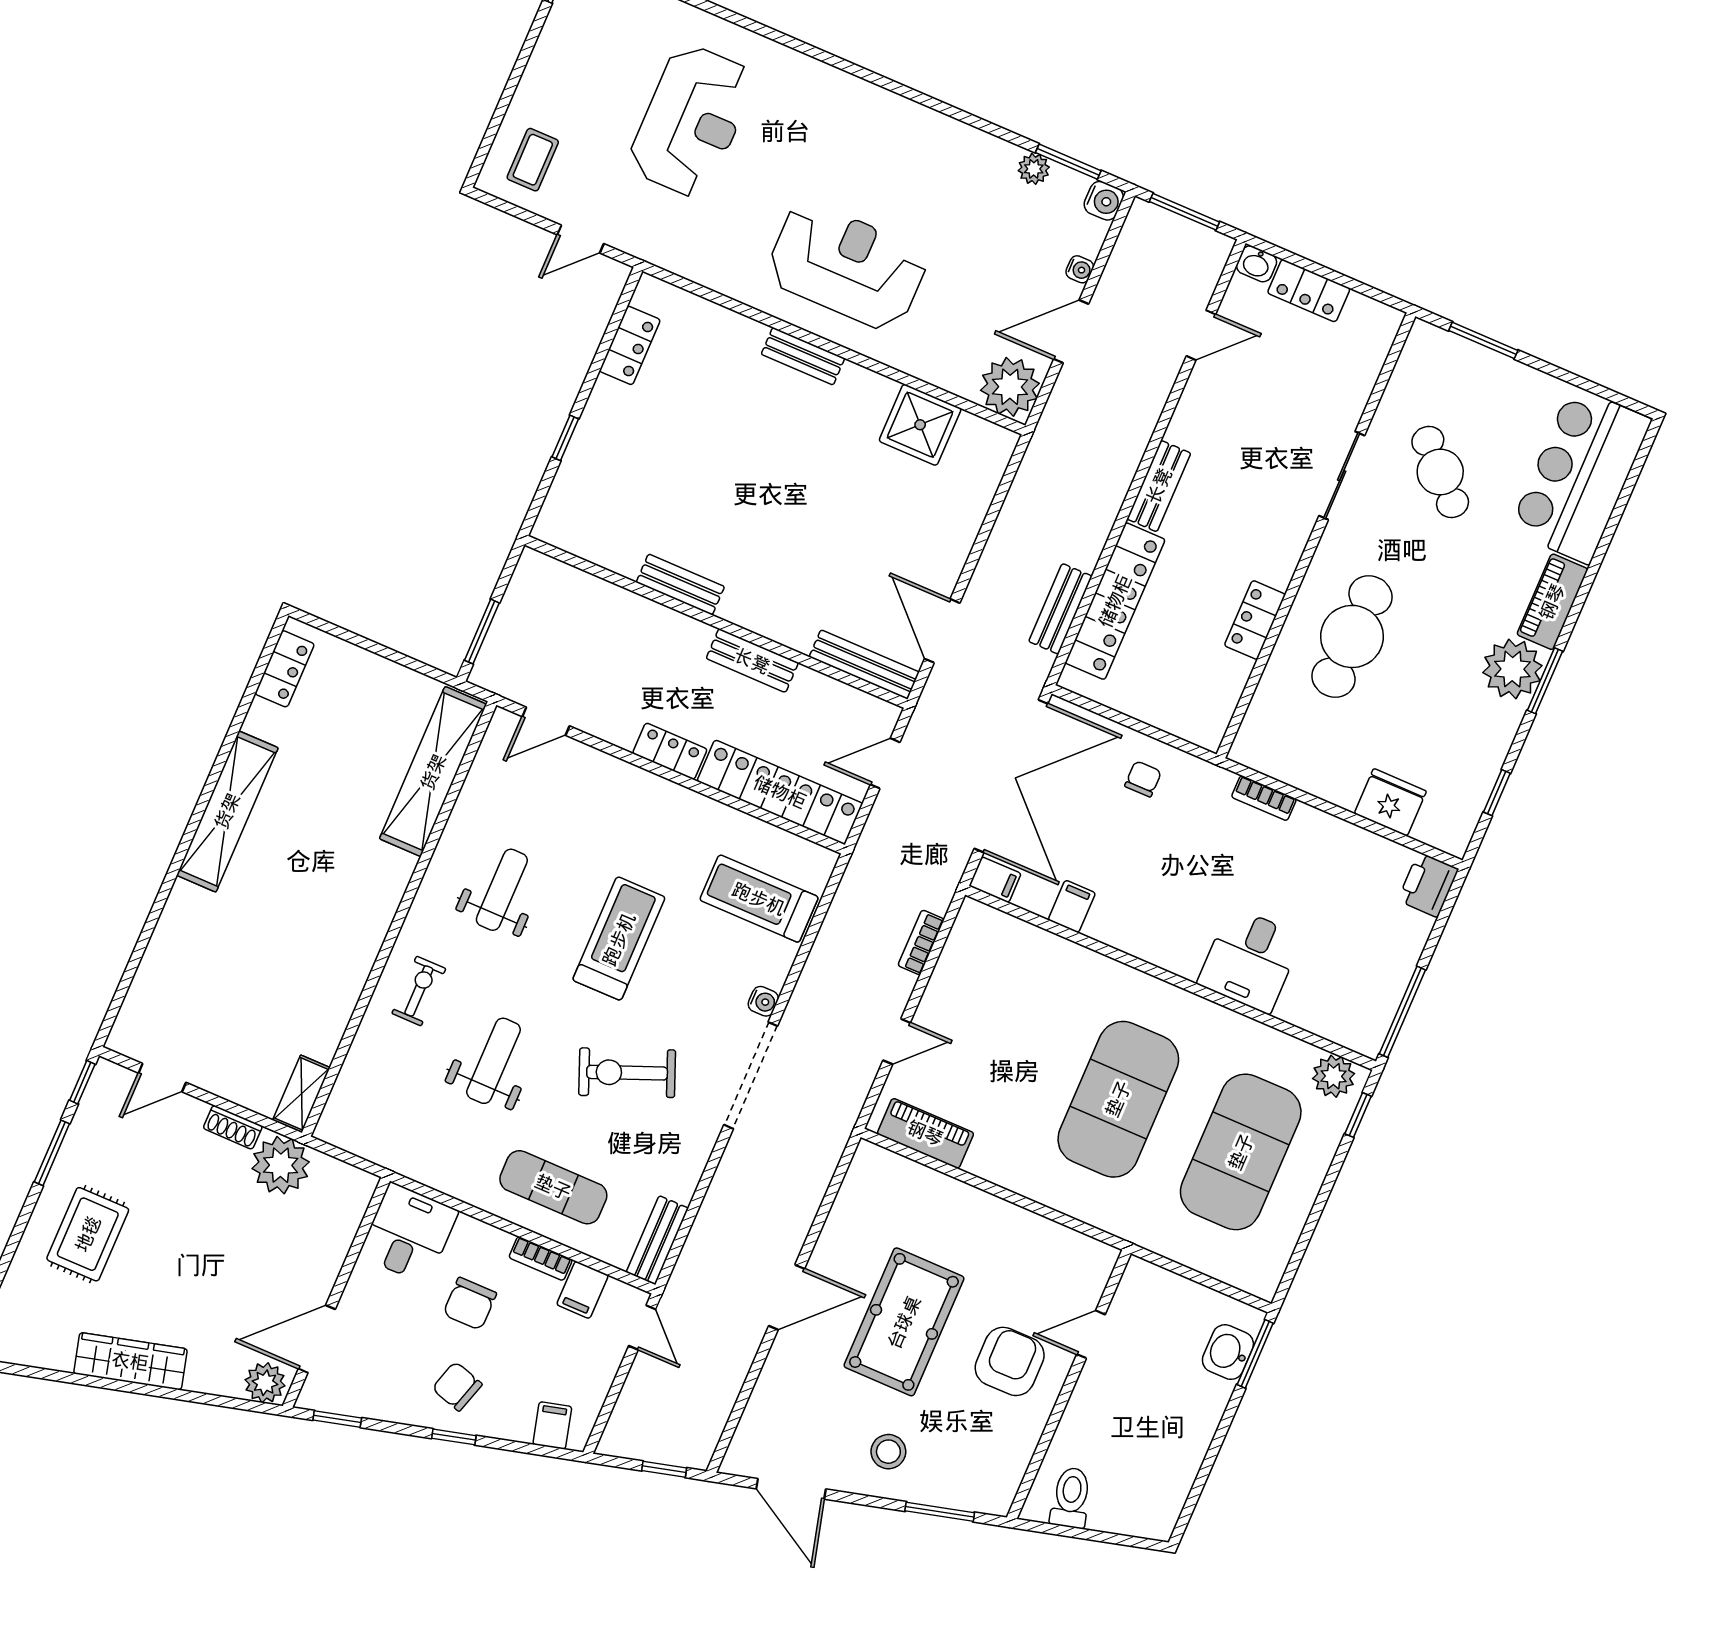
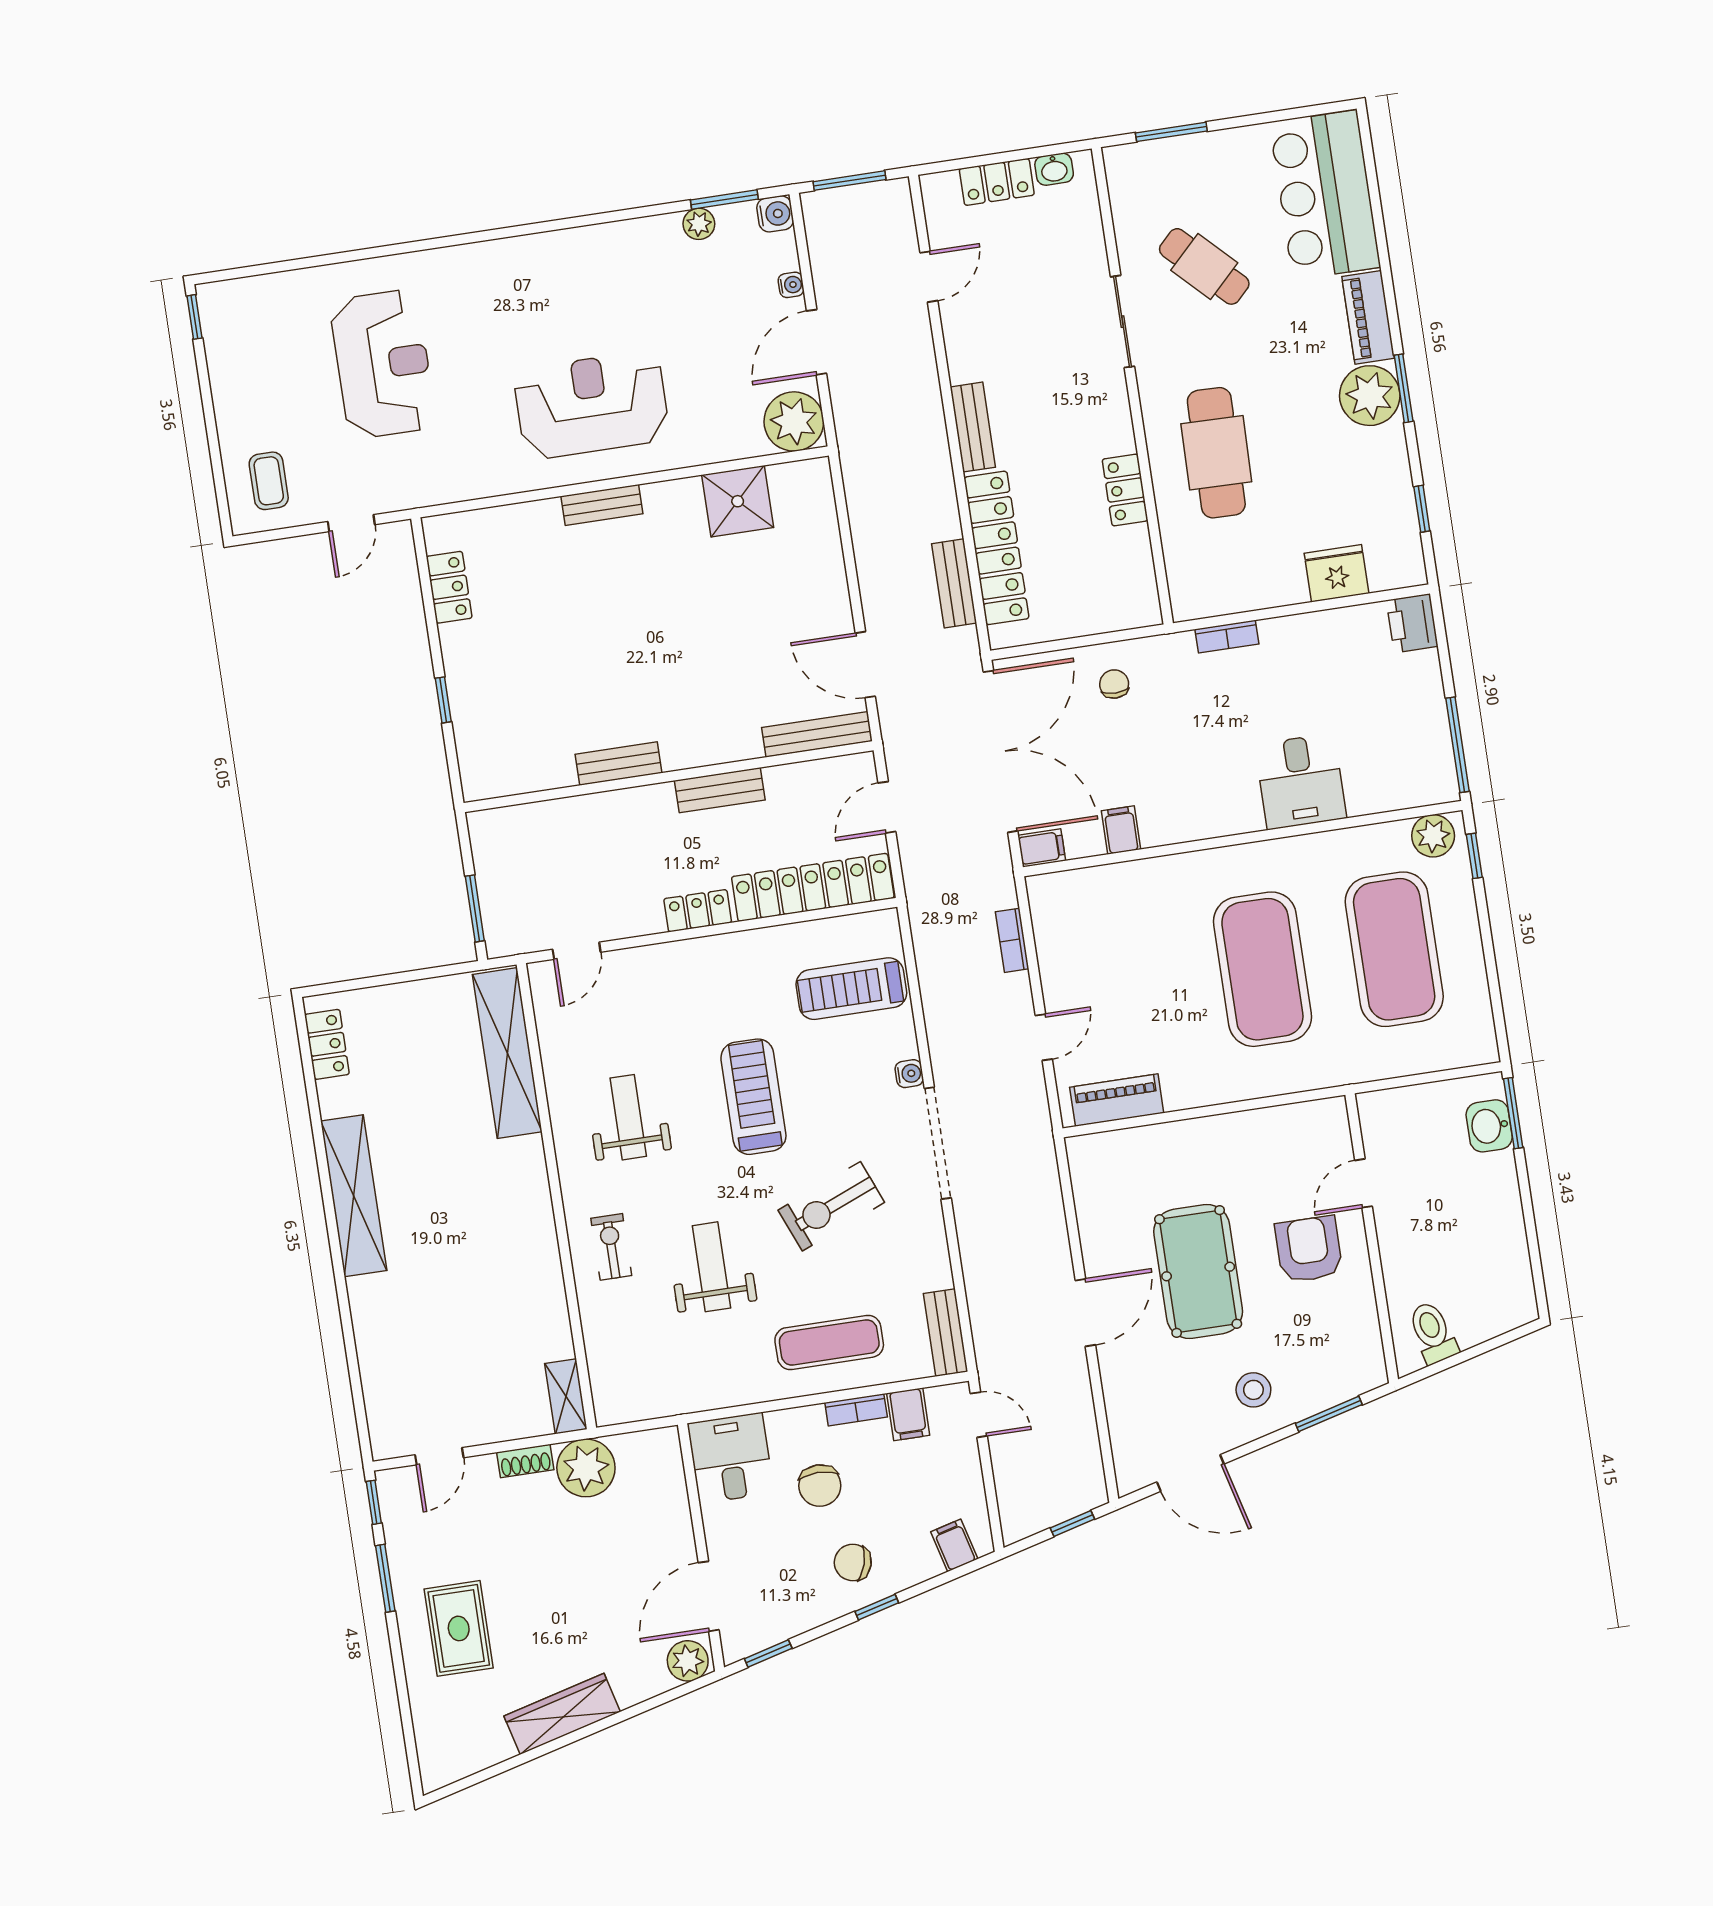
washbasin: (1257, 264) -> (1054, 169), moved

